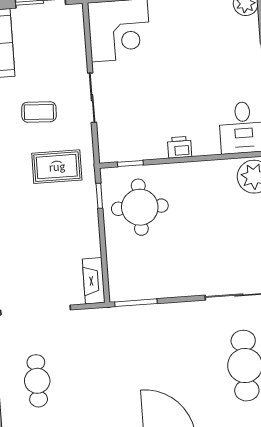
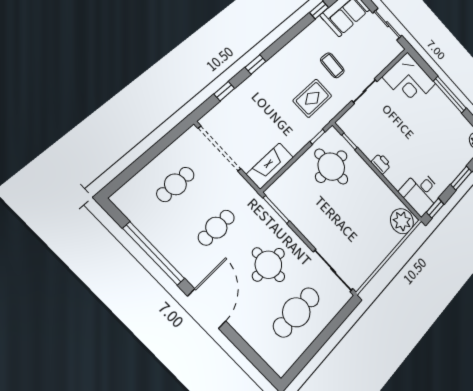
rug: (57, 167) -> (312, 98), turned 90
fireplace: (94, 281) -> (270, 166), width x1.37, depth x1.32
round table: (180, 355) -> (268, 265), added
cafe table: (106, 376) -> (216, 228), added

